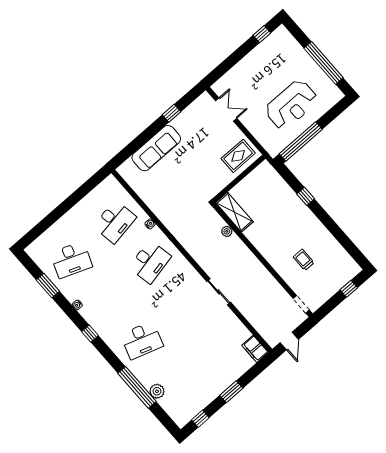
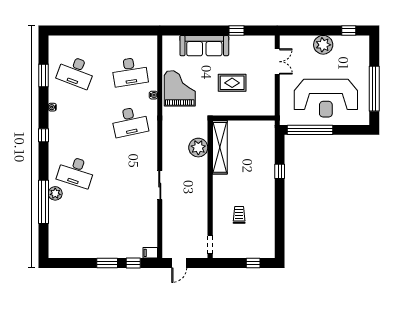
plant: (251, 64) -> (323, 45), added
reception desk: (291, 105) -> (326, 98), width x1.36, depth x1.30
rug: (238, 156) -> (232, 83), moved
grand piano: (167, 200) -> (180, 88), added
shelving: (234, 212) -> (220, 147), width x1.47
plant: (227, 231) -> (198, 148), width x1.88, depth x1.88
filing cabinet: (255, 349) -> (150, 253), width x0.50
plant: (157, 391) -> (55, 193), moved
window: (200, 419) -> (133, 263), moved

